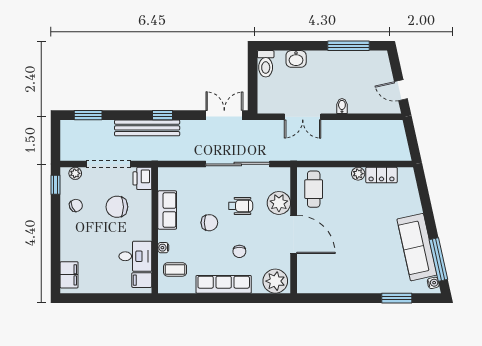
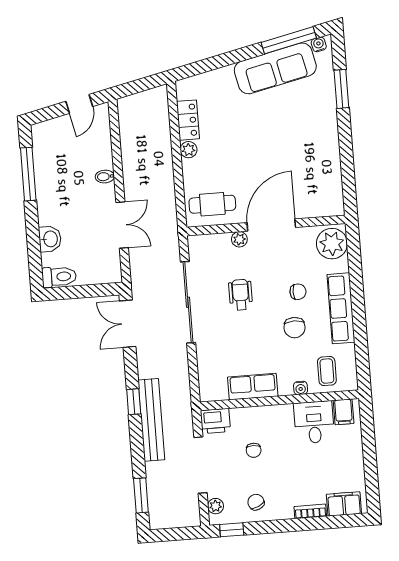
plant: (279, 203) -> (239, 239), width x0.53, depth x0.53
chair: (117, 207) -> (254, 450), width x0.54, depth x0.54
chair: (209, 223) -> (295, 328), moved, turned 180
bookcase: (65, 248) -> (310, 511), added

